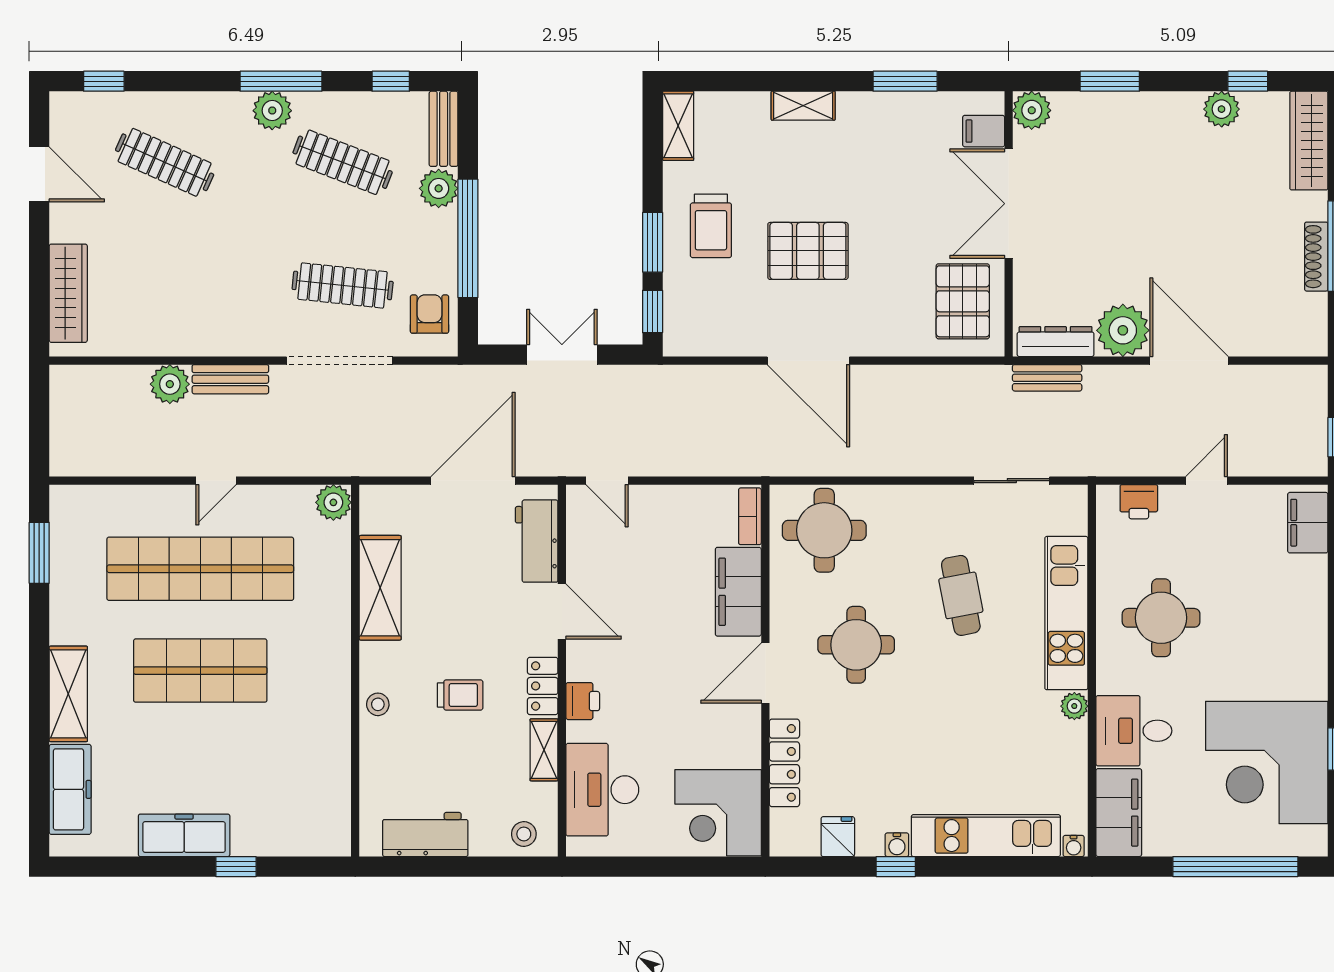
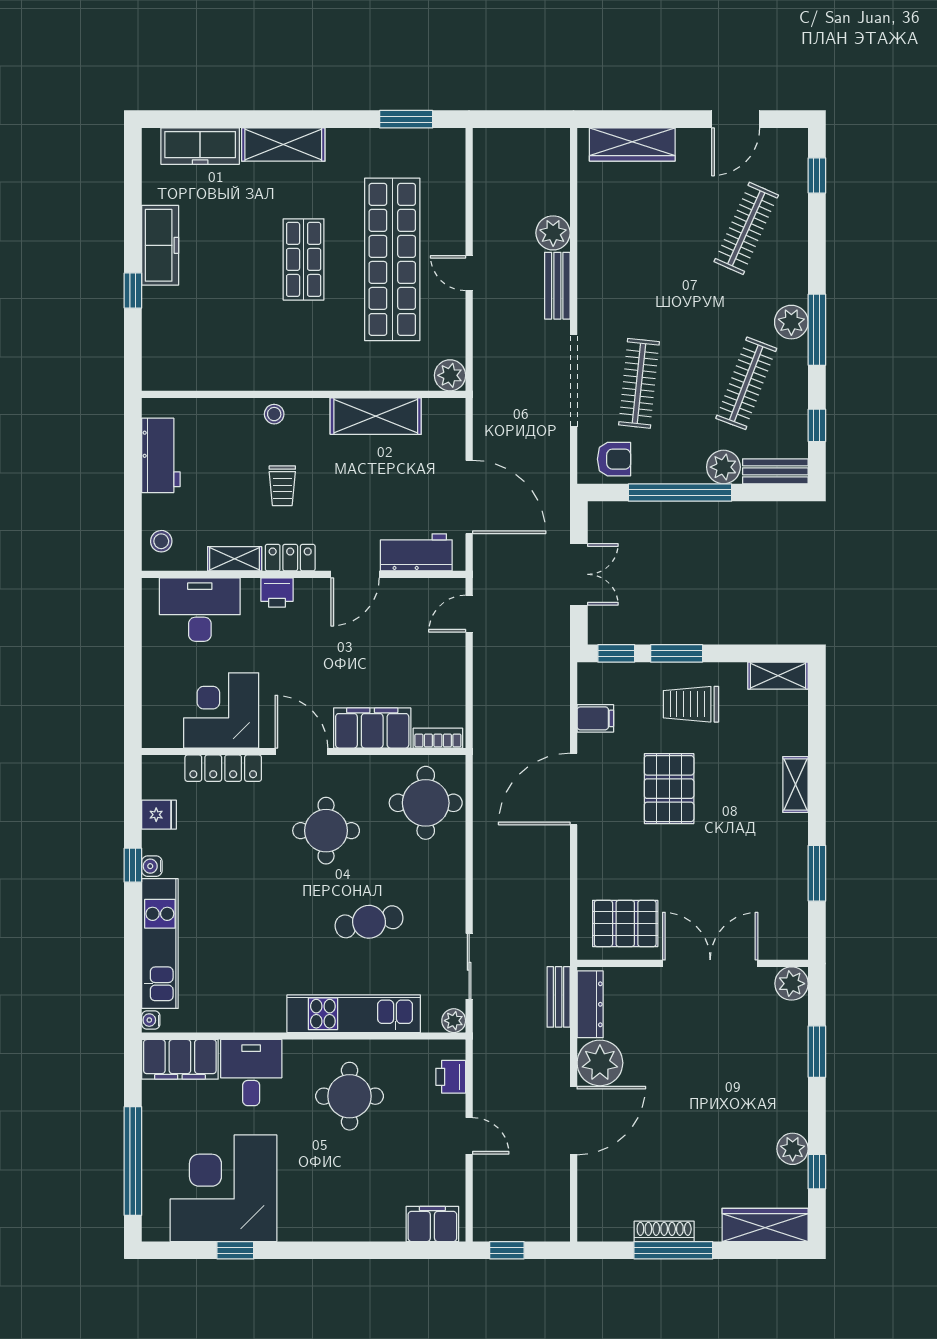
filing cabinet: (984, 131) -> (595, 718), moved, turned 90
shop shelf: (200, 671) -> (304, 259), width x0.70, depth x0.74
plant: (1074, 706) -> (454, 1021), moved
corner desk: (718, 813) -> (221, 710), moved

